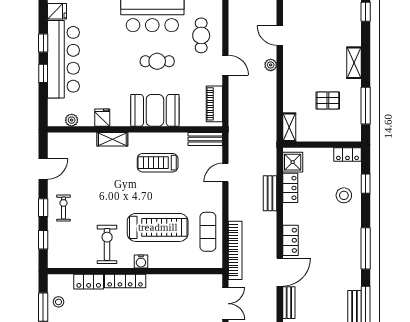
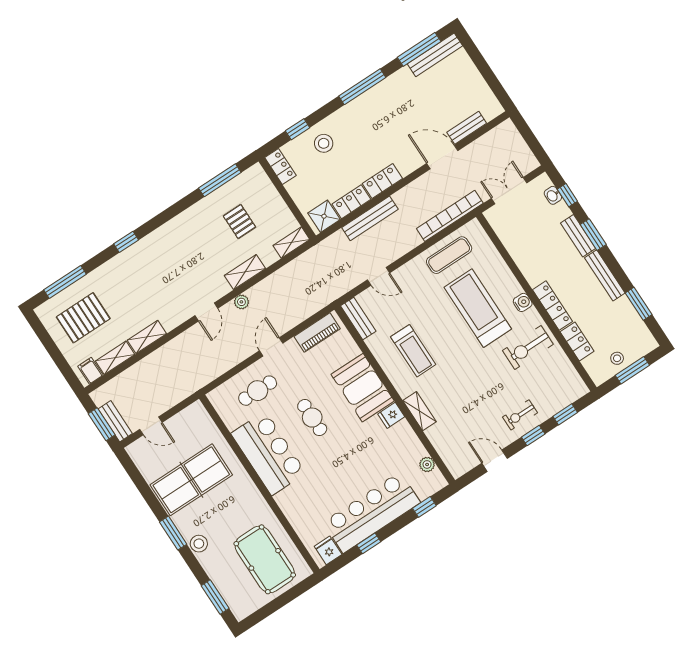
shelving: (354, 63) -> (245, 272), moved
window: (43, 73) -> (424, 507), moved
fridge: (102, 118) -> (391, 415), moved
bench: (270, 193) -> (370, 218), width x1.36
locker: (290, 240) -> (382, 181), moved

